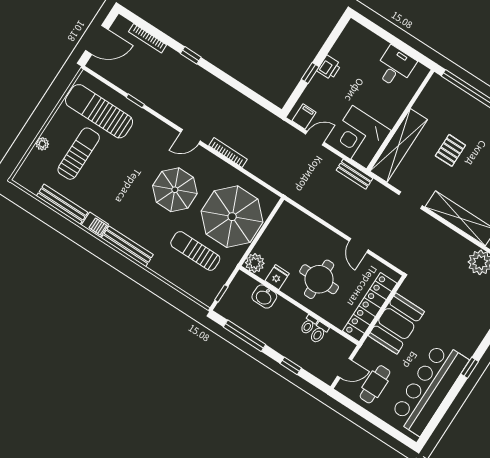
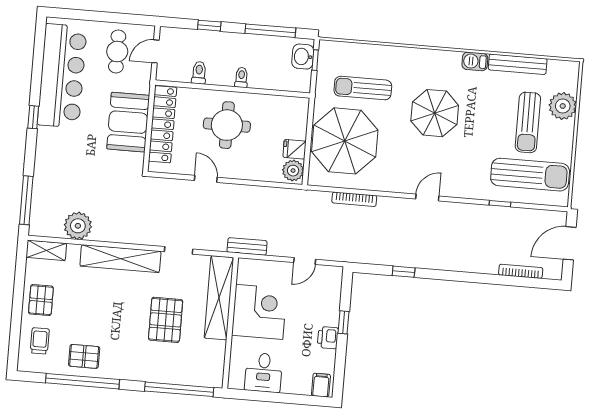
window: (191, 55) -> (404, 272), moved
filing cabinet: (304, 117) -> (321, 385), moved, turned 180
corner desk: (360, 137) -> (259, 312), moved
plant: (42, 144) -> (563, 106), width x1.87, depth x1.87
pallet: (450, 150) -> (166, 320), width x1.50, depth x1.42
bookcase: (228, 152) -> (354, 199), moved
parasol: (175, 190) -> (435, 113), moved
bench: (127, 246) -> (432, 57), removed
sun lounger: (195, 251) -> (363, 88), turned 180
plant: (255, 263) -> (293, 171), moved
fridge: (277, 277) -> (294, 149), moved, turned 90
washbasin: (264, 297) -> (303, 57), moved, turned -90
toilet: (309, 325) -> (241, 77), moved

